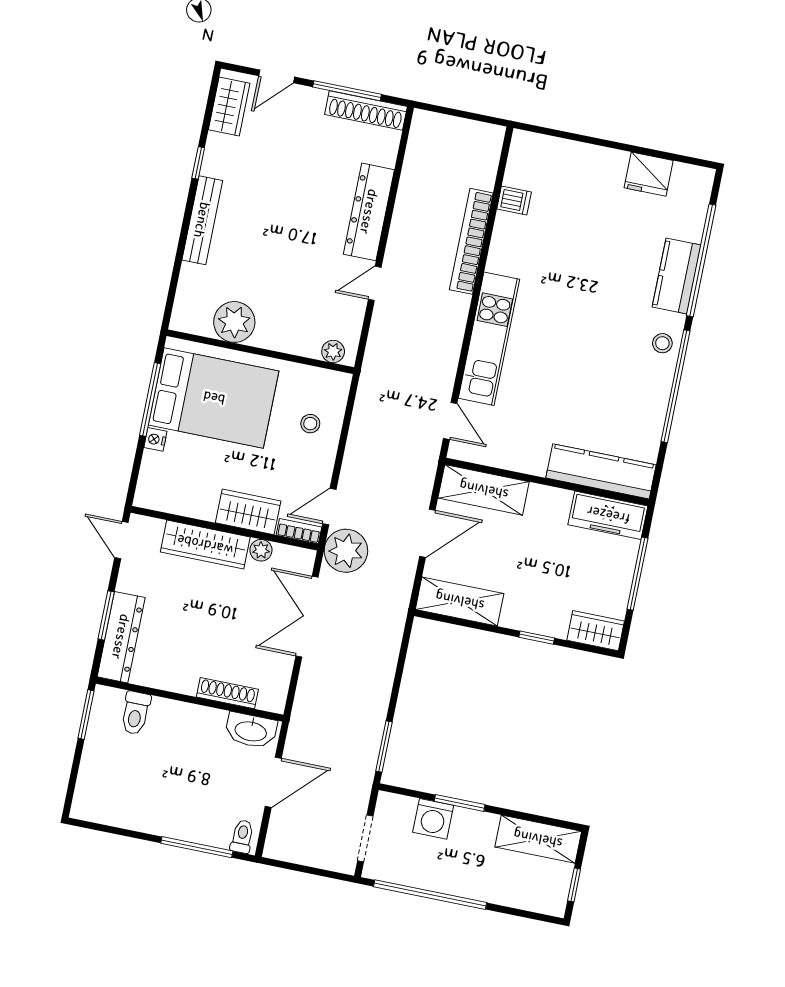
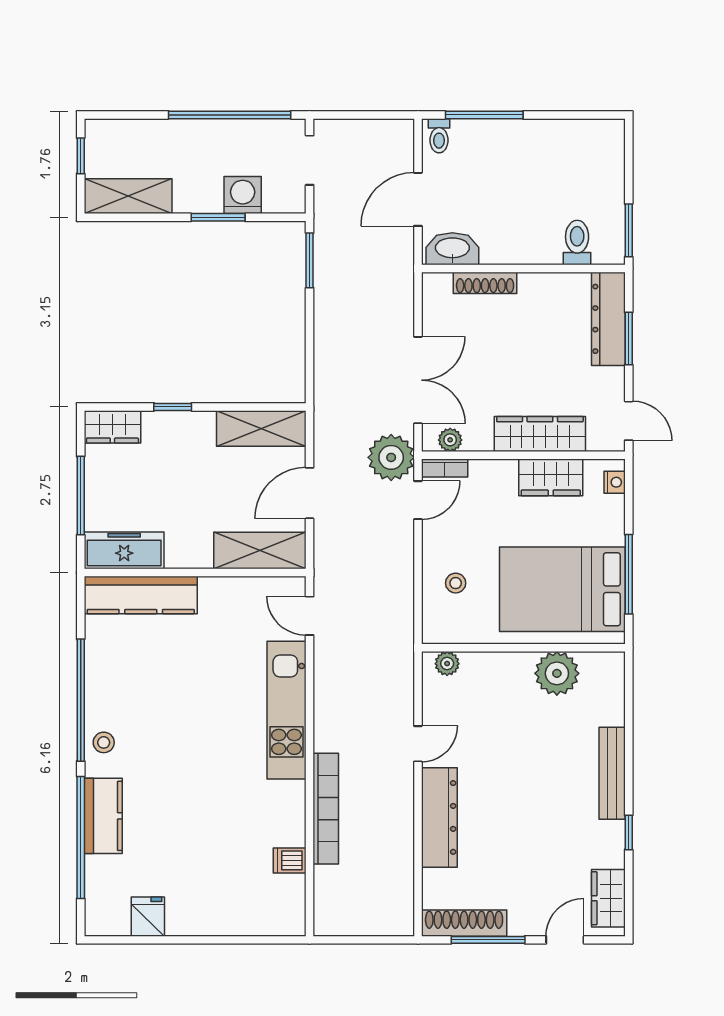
fridge: (649, 174) -> (148, 917), width x0.72
nightstand: (155, 439) -> (615, 482), moved
wardrobe: (248, 512) -> (551, 477), moved
plant: (261, 550) -> (450, 440), moved

